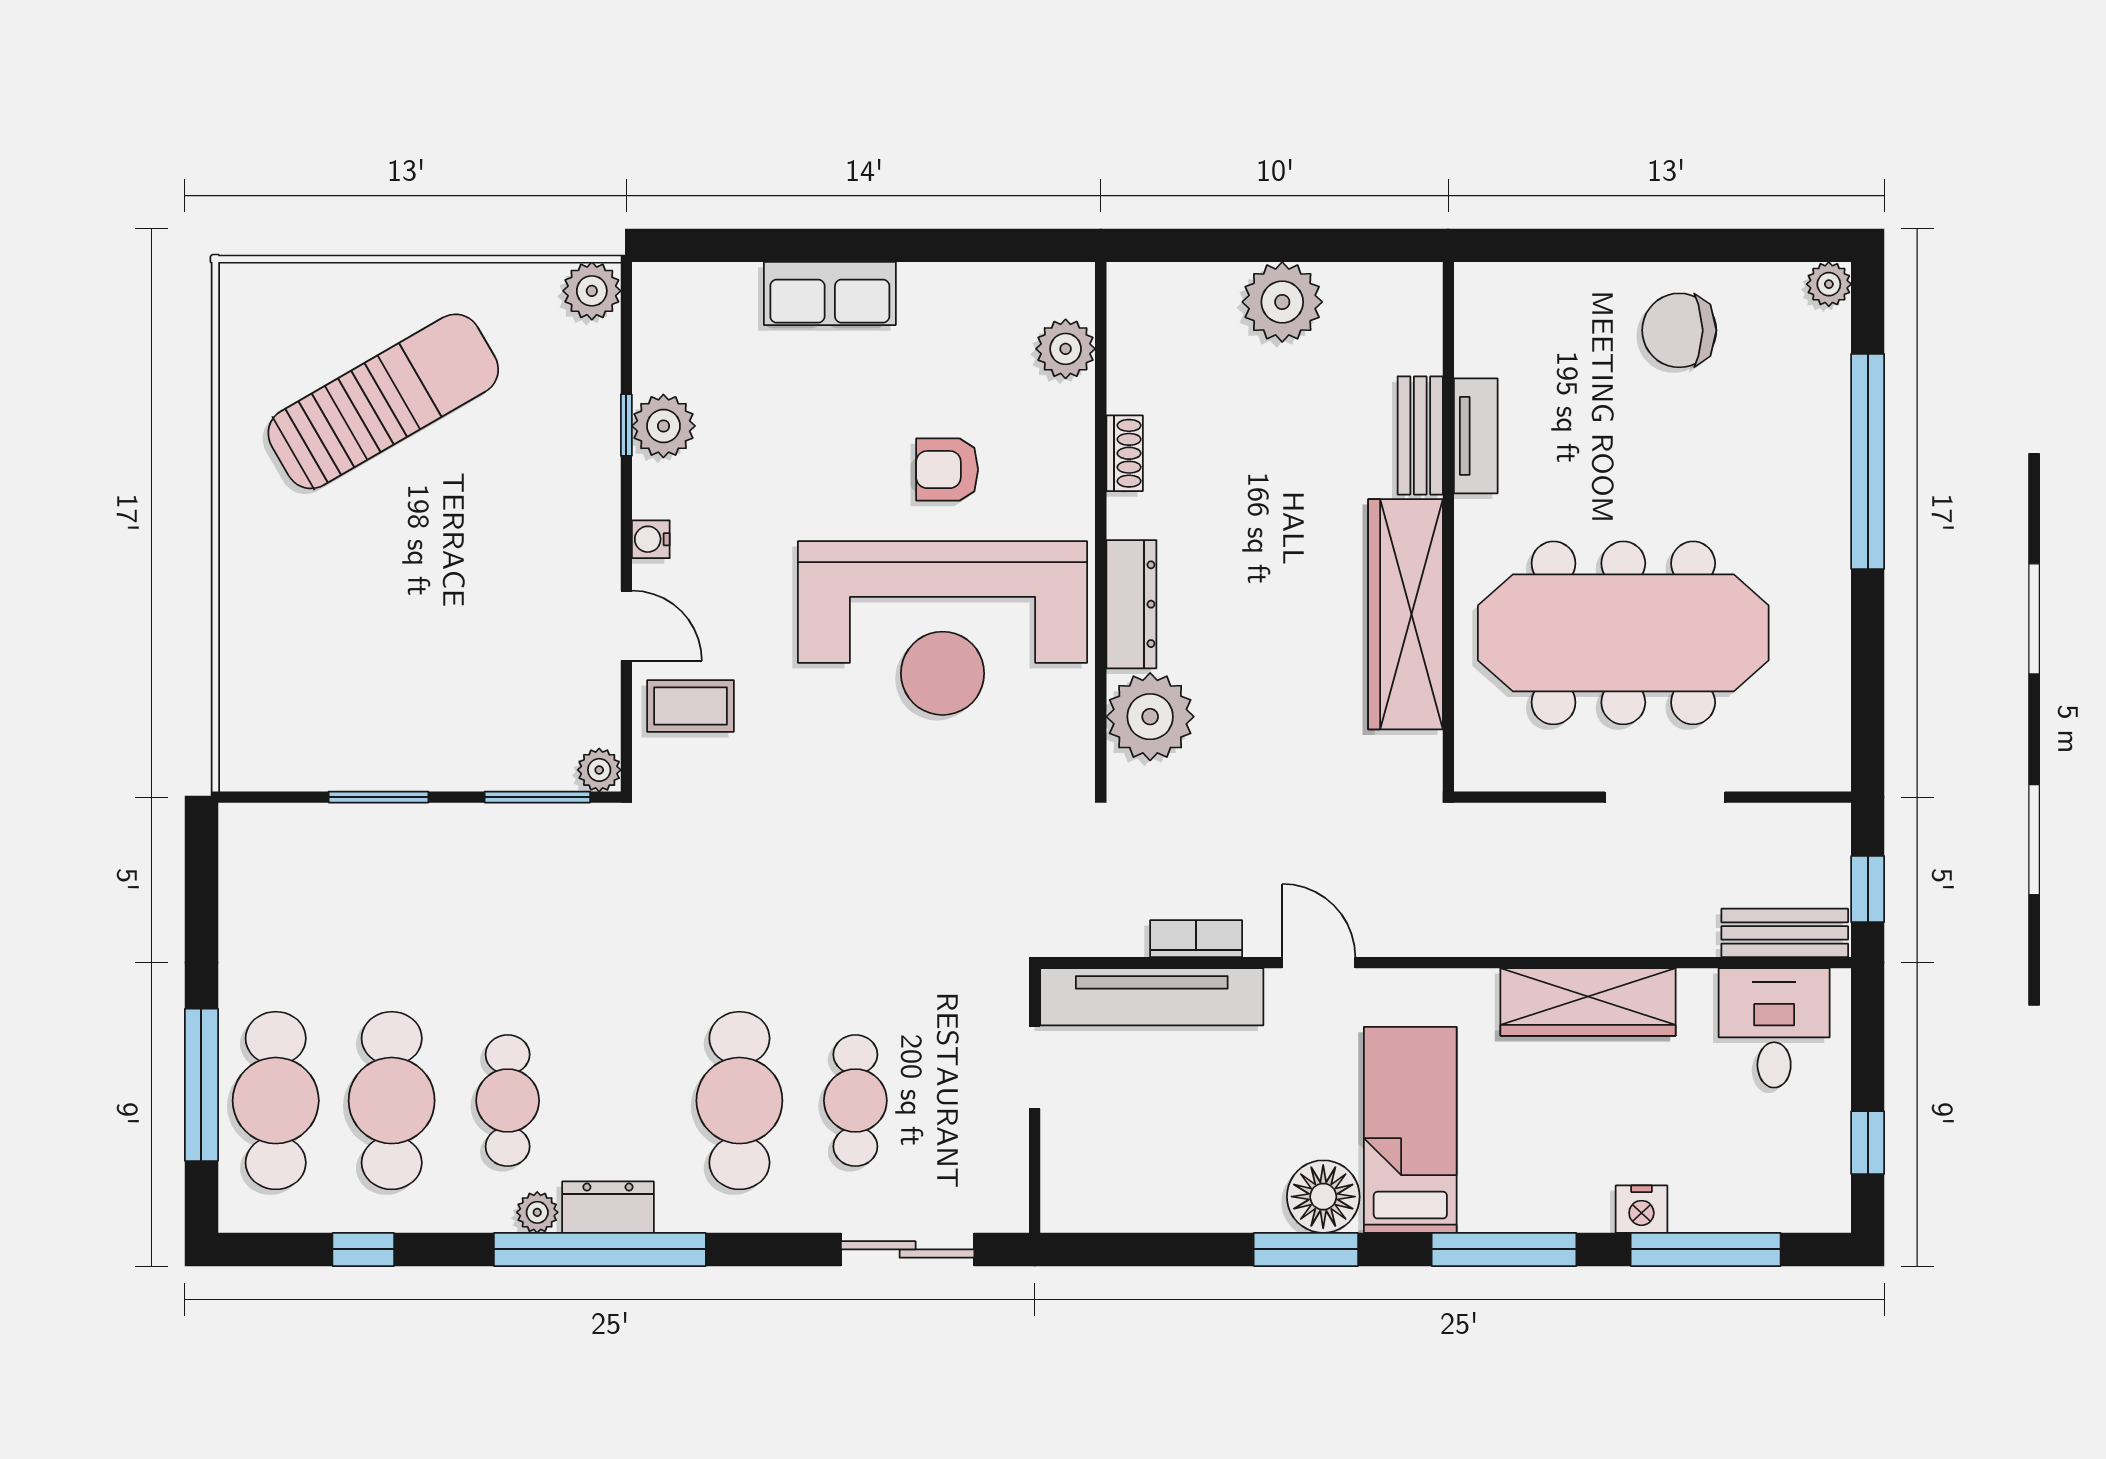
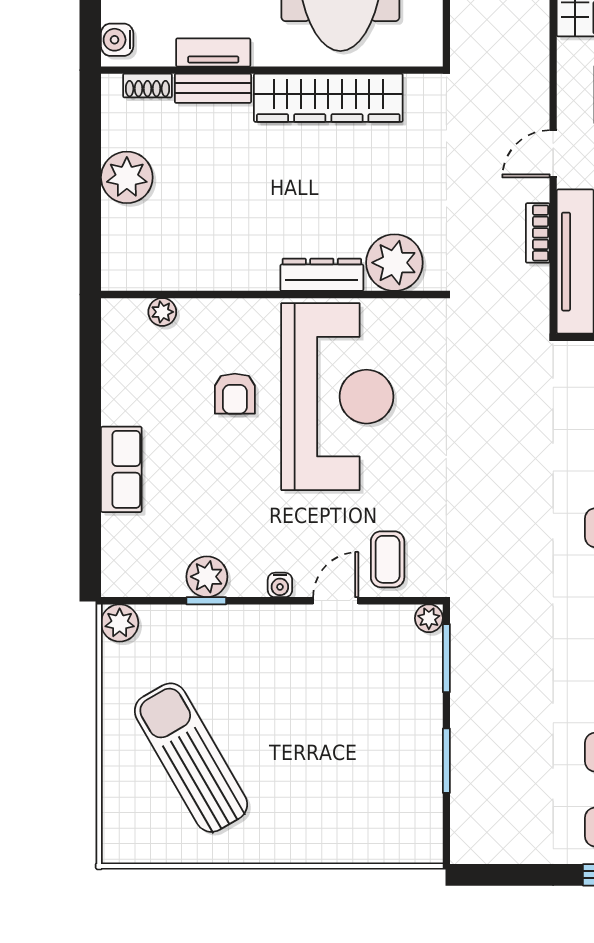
water cooler: (1495, 287) -> (117, 40), added
plant: (1066, 349) -> (162, 312), width x0.73, depth x0.73
shoe rack: (1125, 453) -> (147, 86), moved, turned 180

